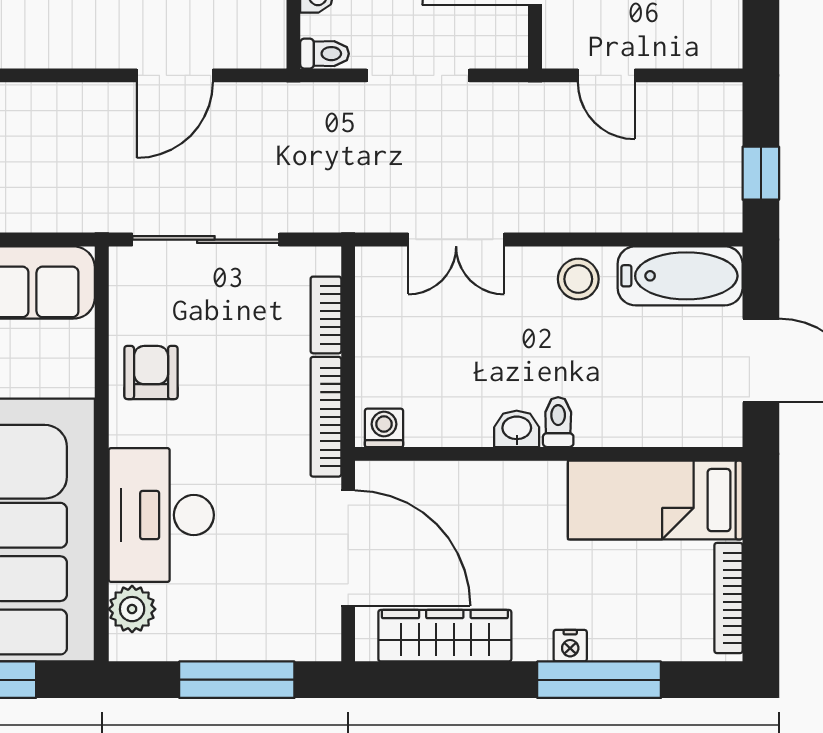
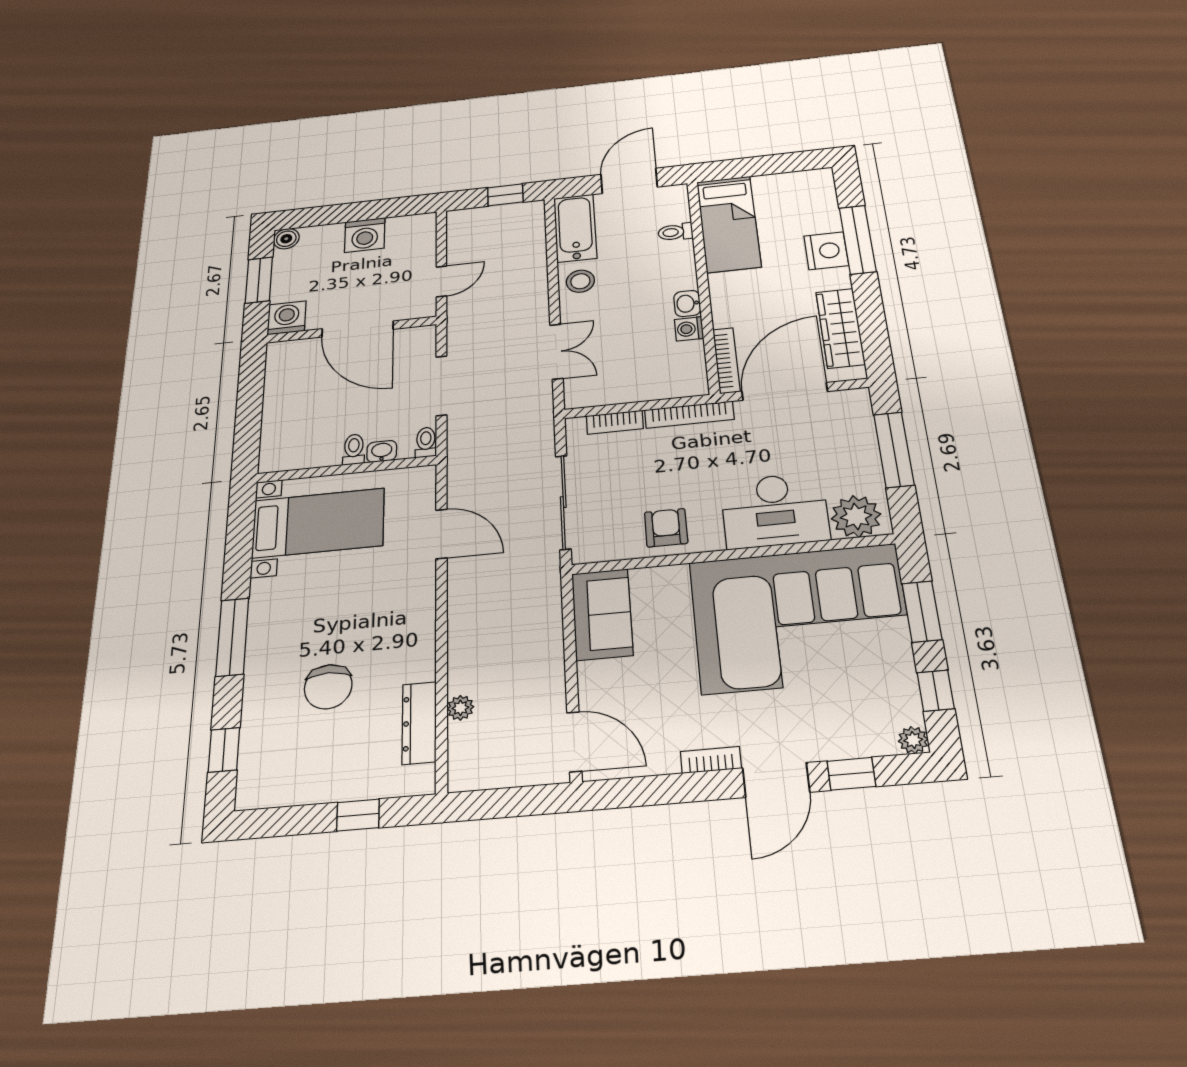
armchair: (151, 373) -> (666, 528), turned 90
toilet: (558, 422) -> (675, 232), moved
washing machine: (384, 428) -> (689, 329), moved
bookcase: (729, 598) -> (726, 360), moved, turned -90
plant: (132, 609) -> (856, 516), width x1.36, depth x1.36
nightstand: (570, 646) -> (826, 251), width x1.89, depth x1.79

